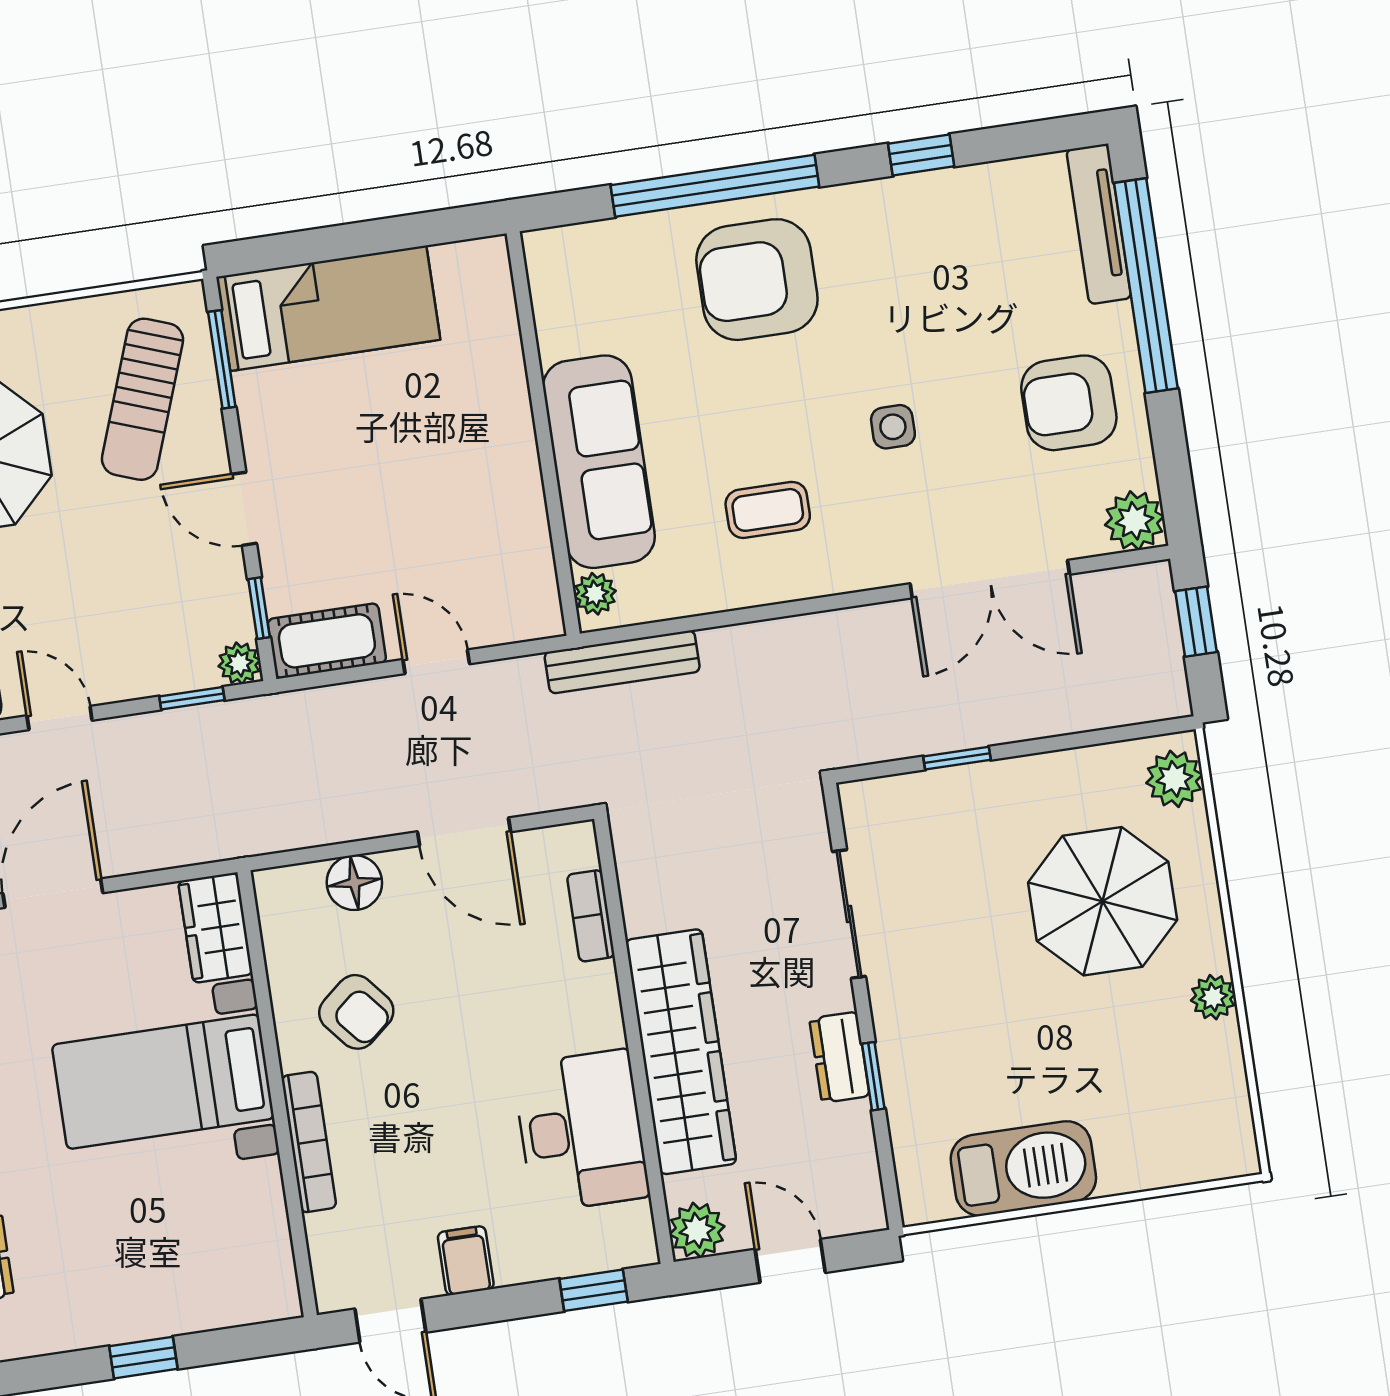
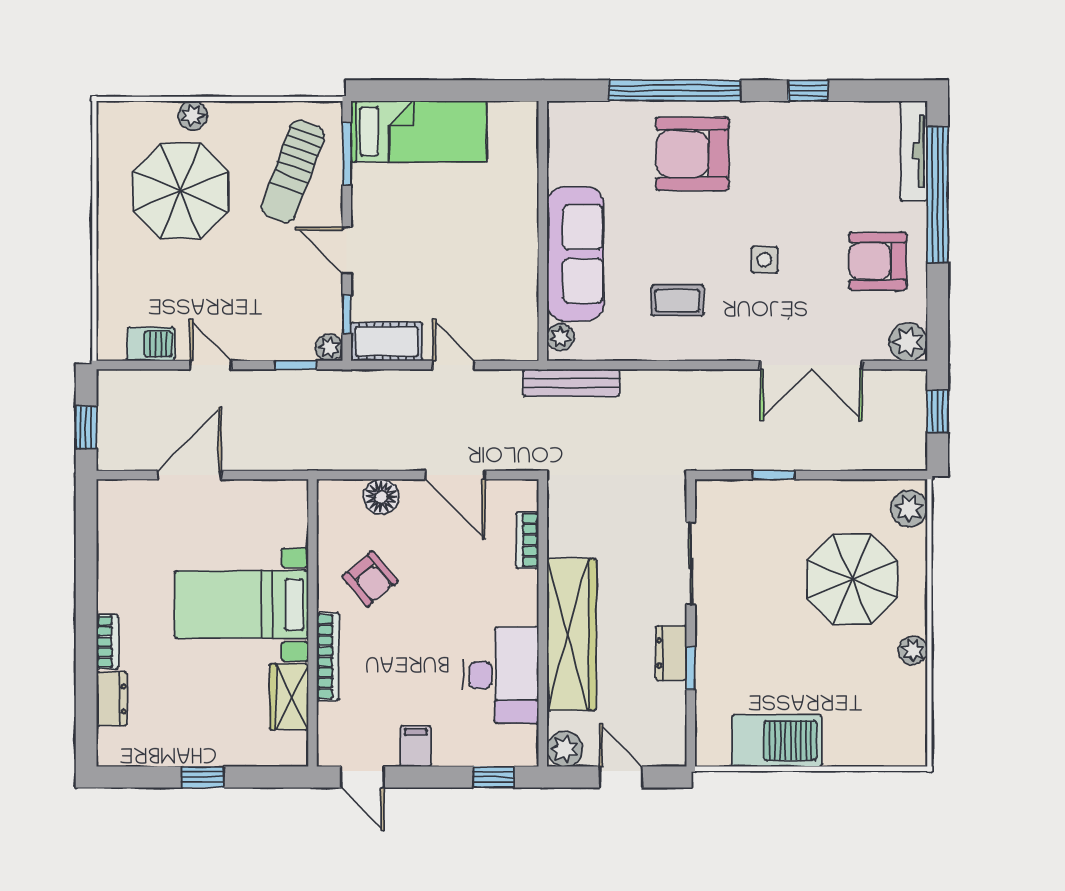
wardrobe: (215, 928) -> (289, 697), moved

